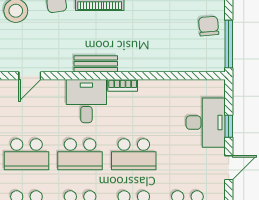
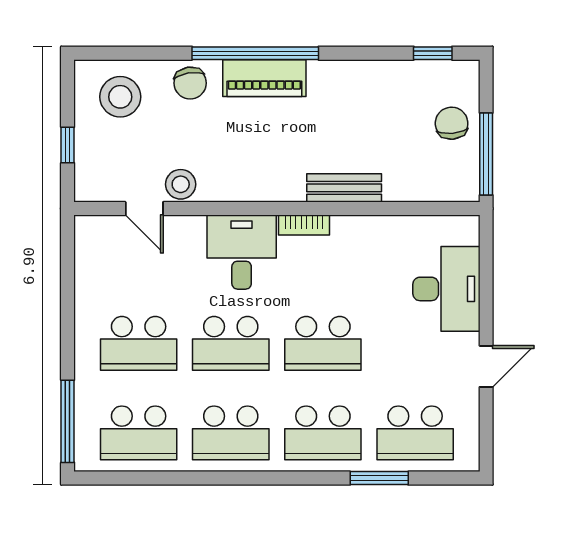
stool: (51, 62) -> (181, 184), added
bench: (96, 64) -> (344, 188), moved
door: (30, 76) -> (144, 209), hinge flipped
window: (229, 126) -> (486, 295), removed

